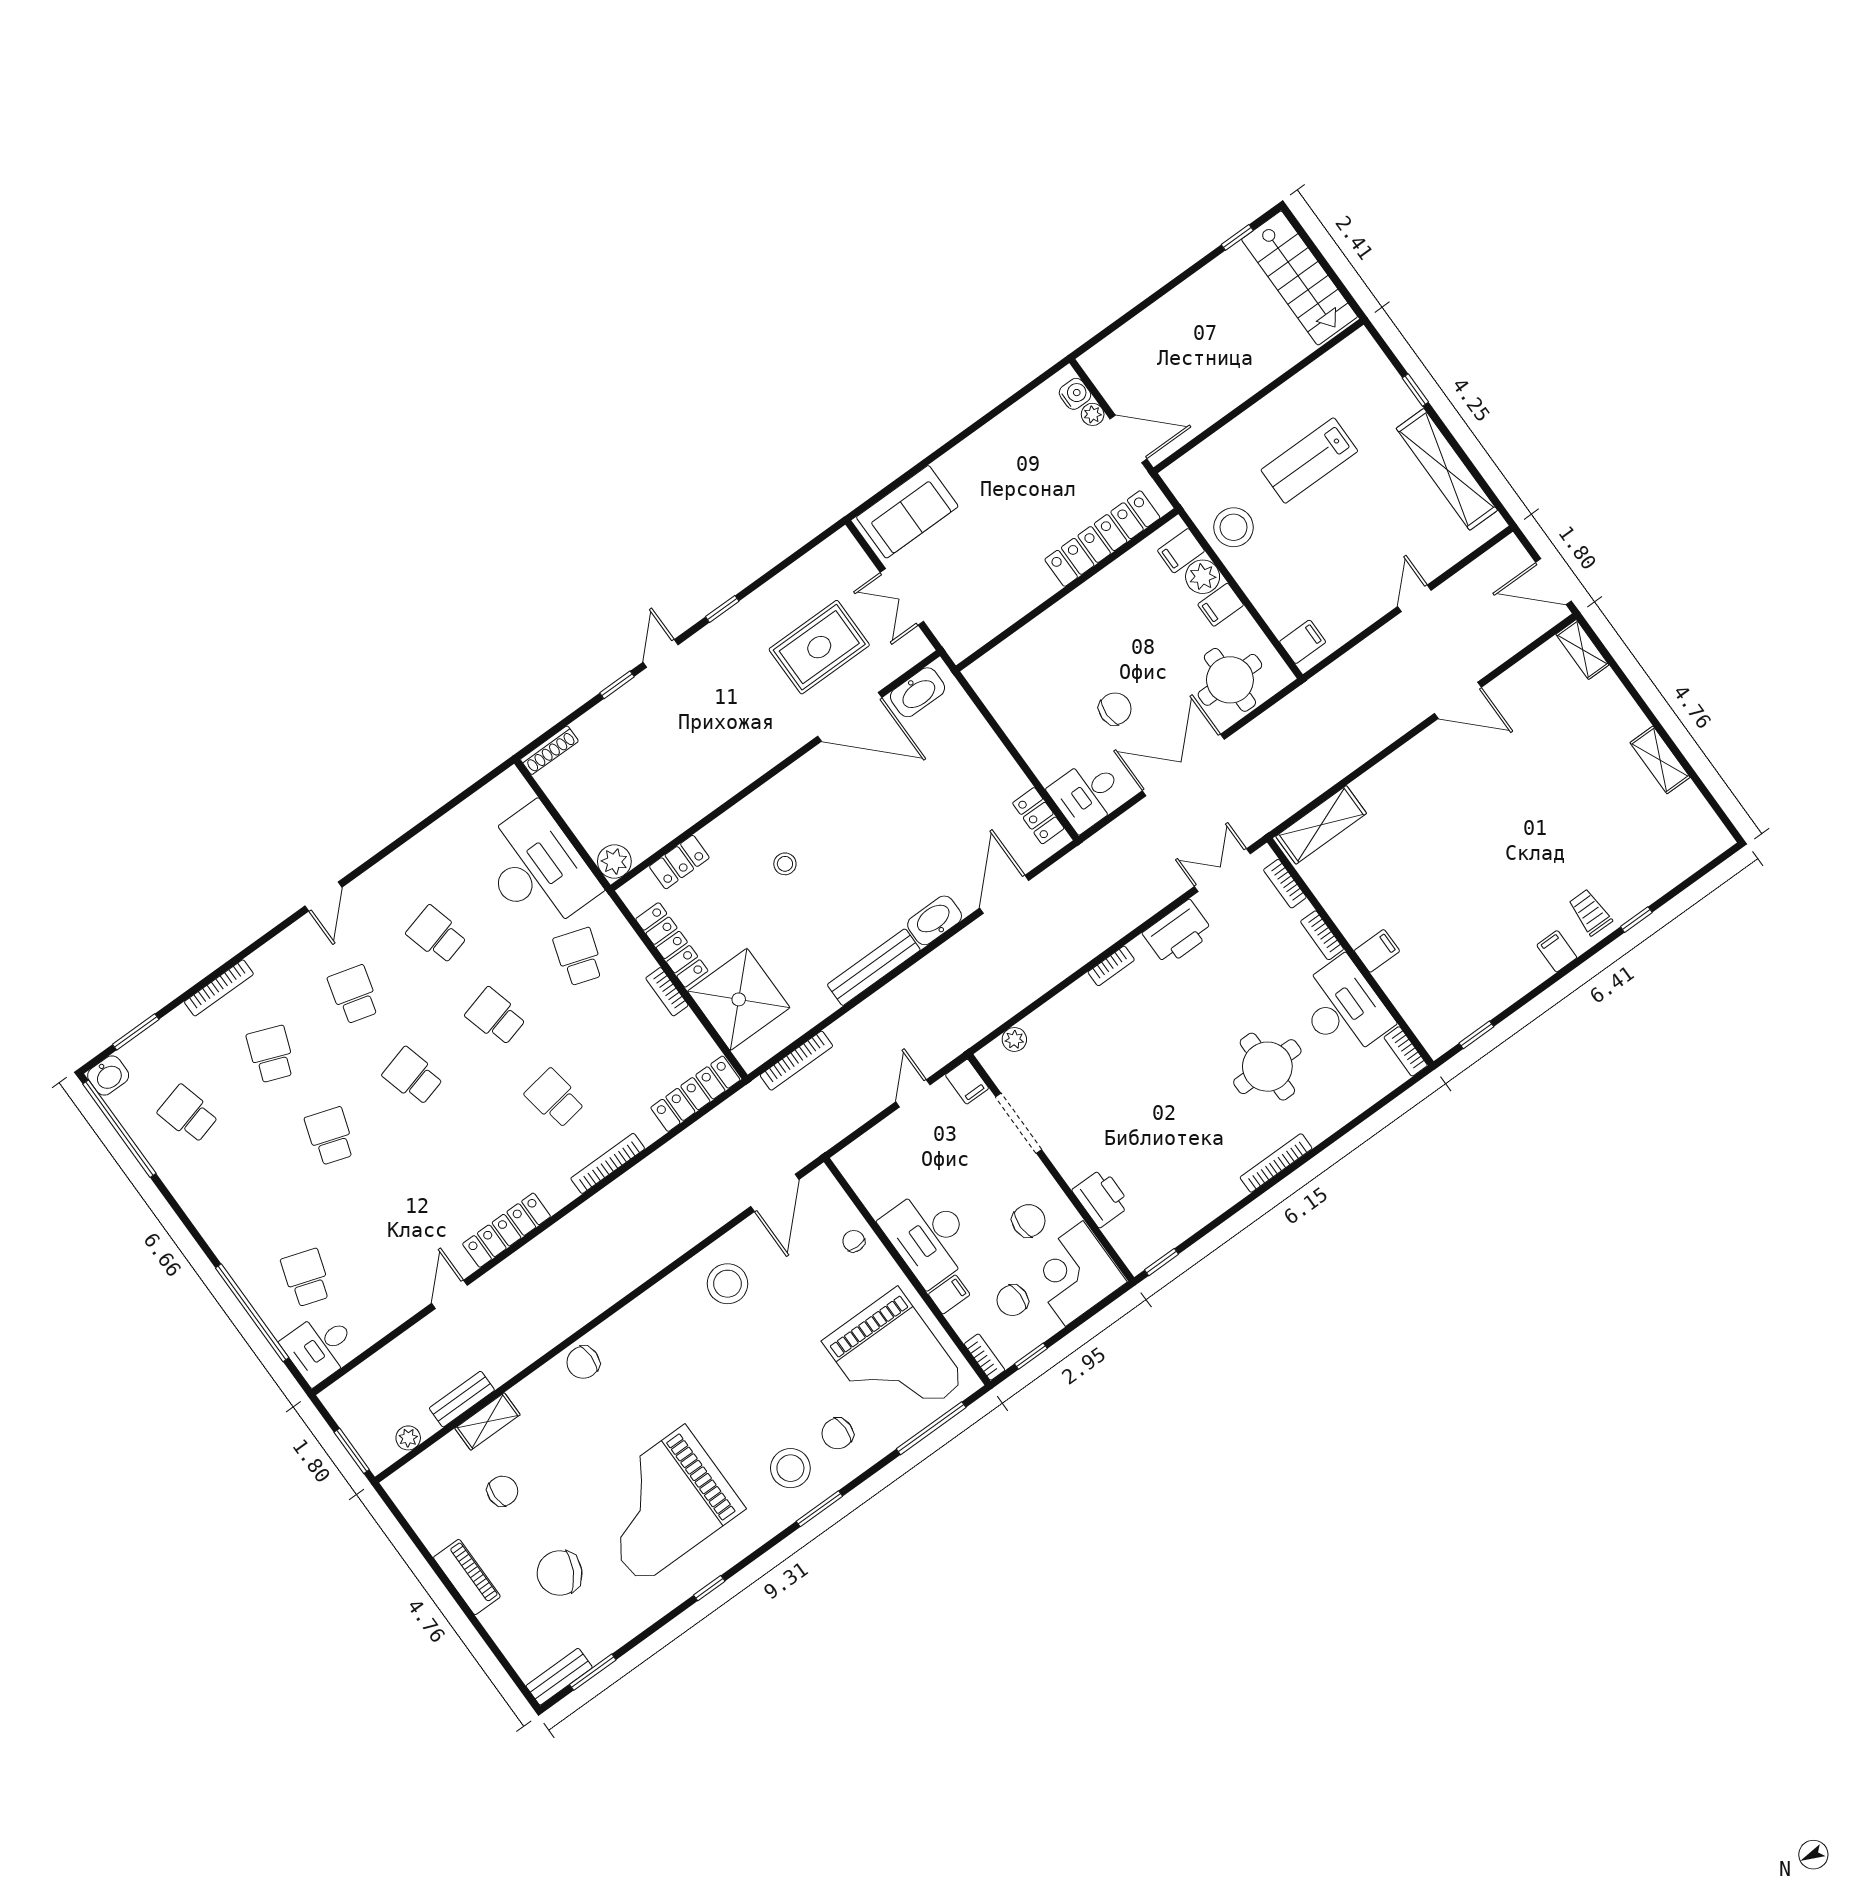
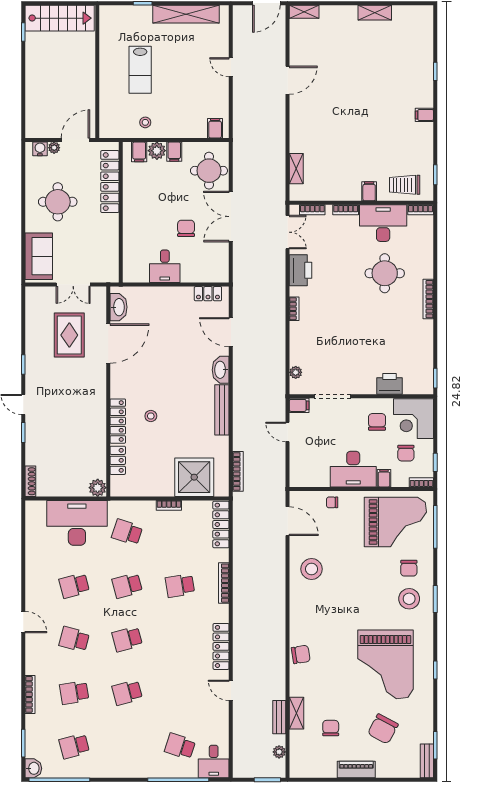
round table: (1013, 480) -> (58, 202), added
stool: (1234, 527) -> (145, 122), width x0.53, depth x0.53
desk: (1087, 794) -> (165, 266), moved
shelving: (1321, 825) -> (296, 169), width x0.67, depth x0.75
double door: (1222, 870) -> (287, 232), swing flipped
trolley: (1590, 912) -> (405, 185), moved, width x1.36, depth x1.39
locker: (672, 945) -> (118, 421), moved, turned 90
school desk: (271, 1054) -> (74, 693), turned -30
school desk: (330, 1136) -> (127, 693), turned -33
chair: (583, 1362) -> (301, 654), turned -99

